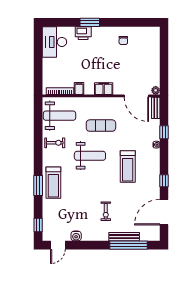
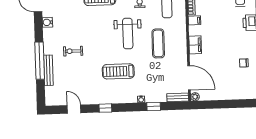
door: (136, 96) -> (189, 78), swing flipped
door: (164, 212) -> (74, 109), width x0.53
window: (128, 245) -> (40, 61), moved

